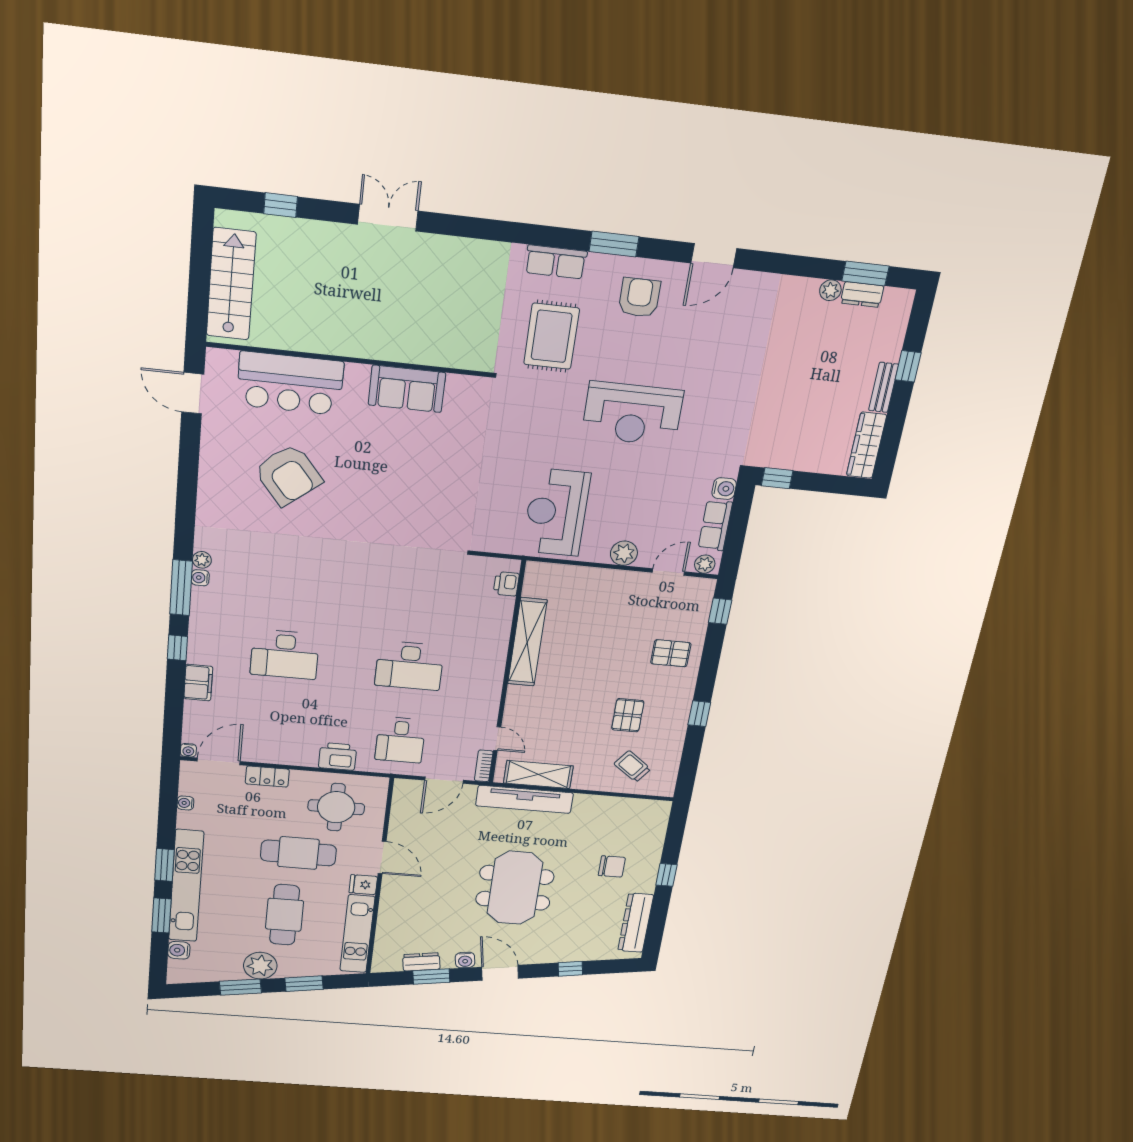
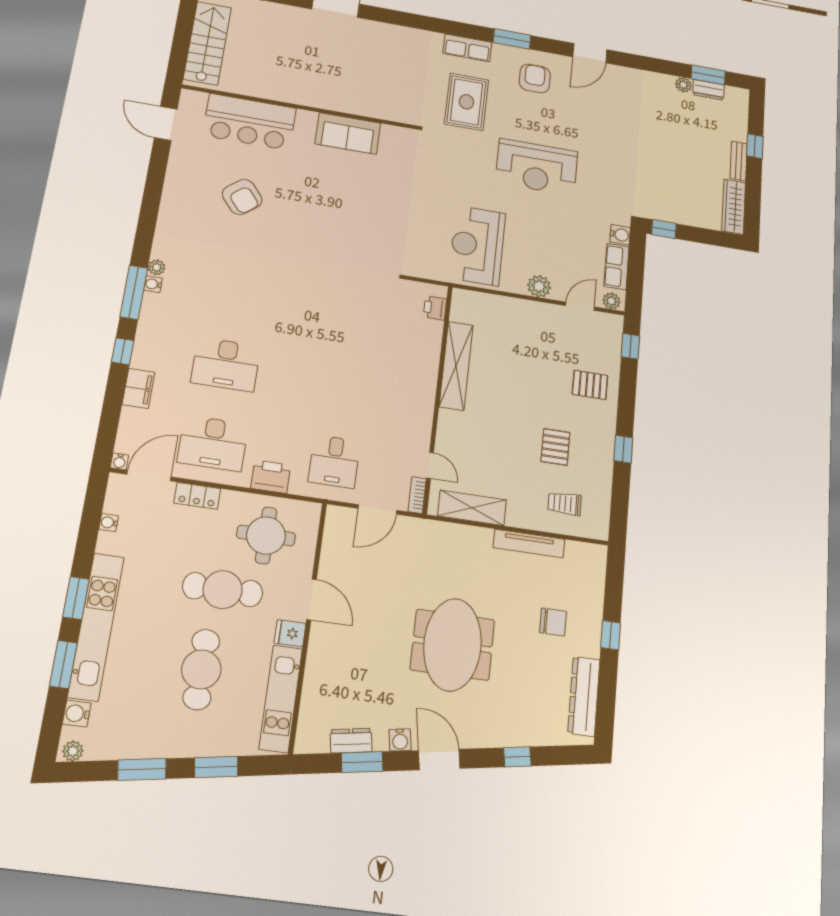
armchair: (288, 475) -> (242, 197), width x0.73, depth x0.73
desk: (409, 666) -> (213, 443), moved
trolley: (632, 766) -> (565, 504), turned -38
tv unit: (525, 799) -> (529, 543), moved, width x0.73, depth x0.78
plant: (260, 966) -> (73, 751), moved, width x0.53, depth x0.53

